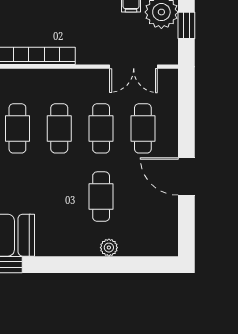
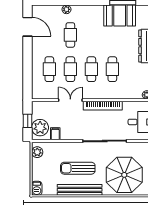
double door: (134, 67) -> (70, 100), moved
door: (186, 176) -> (28, 27), moved

